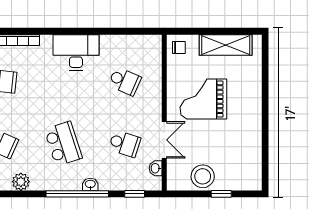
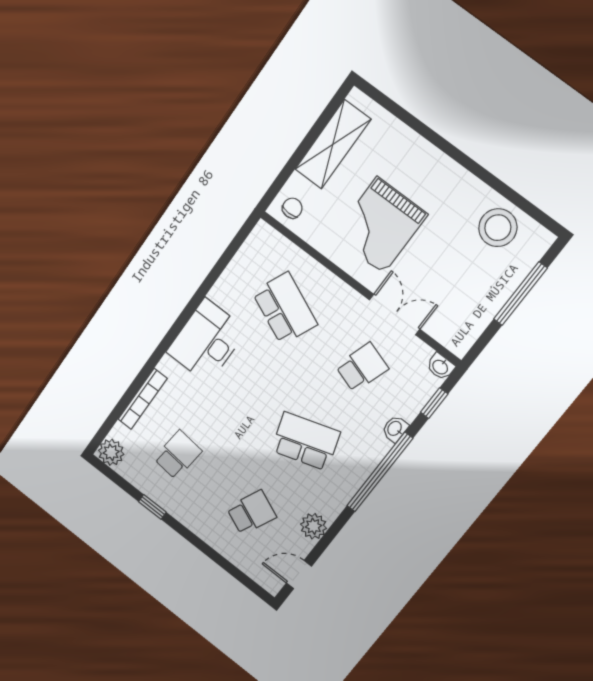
school desk: (125, 81) -> (285, 308), width x1.85
washbasin: (156, 168) -> (440, 367), moved
stool: (203, 176) -> (498, 228), moved
washbasin: (90, 184) -> (395, 429), moved
window: (221, 194) -> (520, 294), width x2.17

